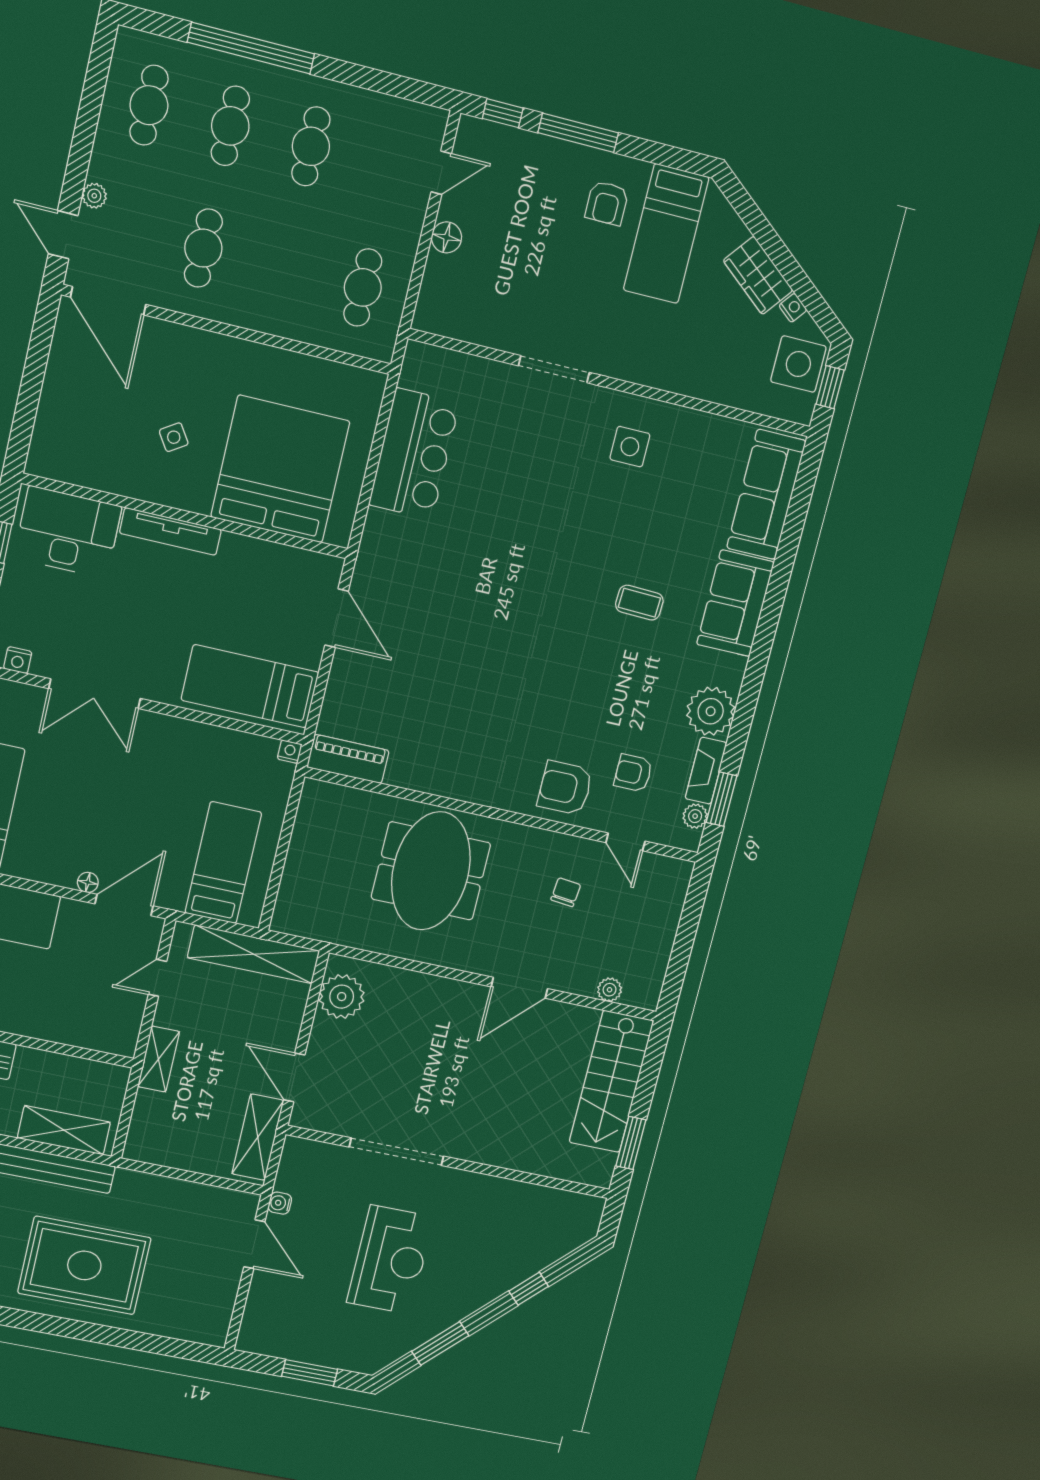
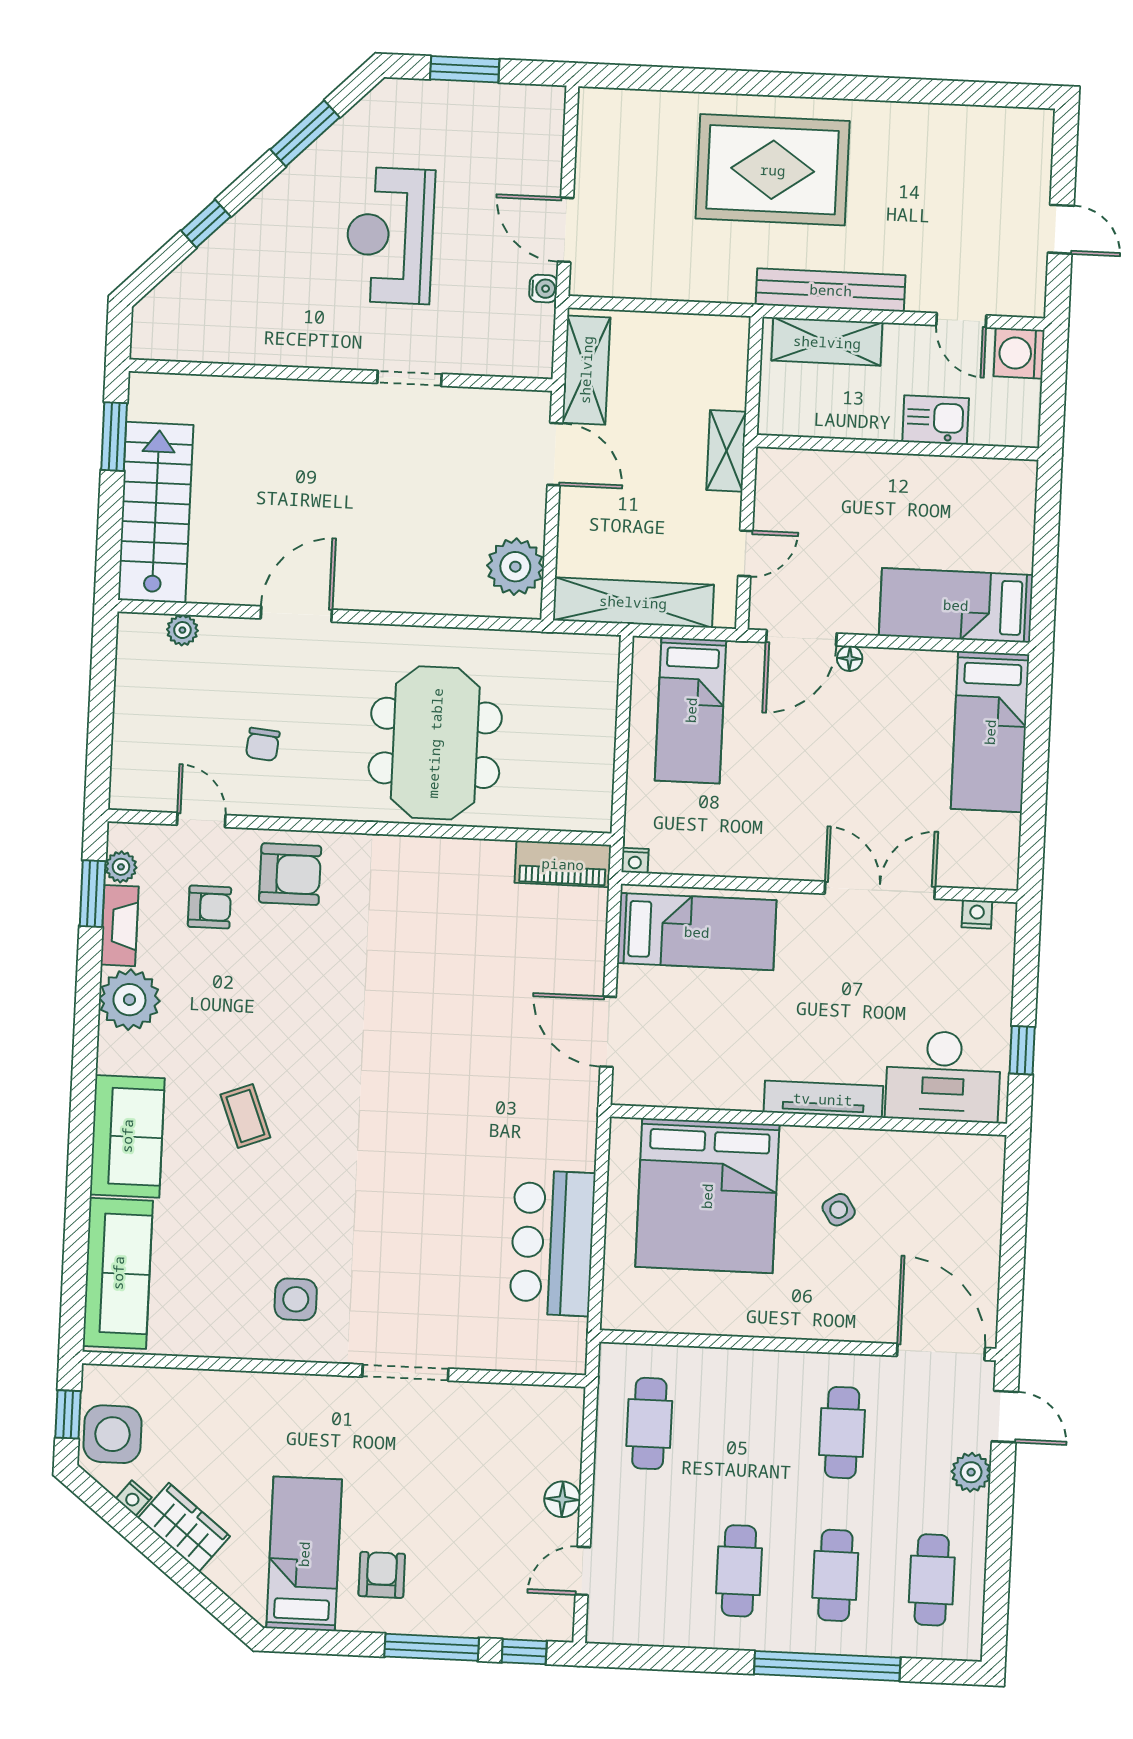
plant: (94, 196) -> (971, 1472), width x1.38, depth x1.38
coffee table: (639, 603) -> (245, 1116), turned 67
doorway: (396, 1152) -> (410, 378), width x0.53

